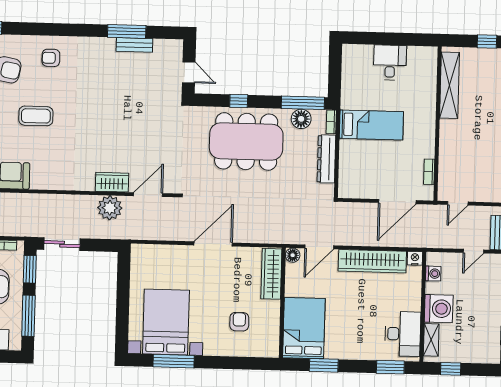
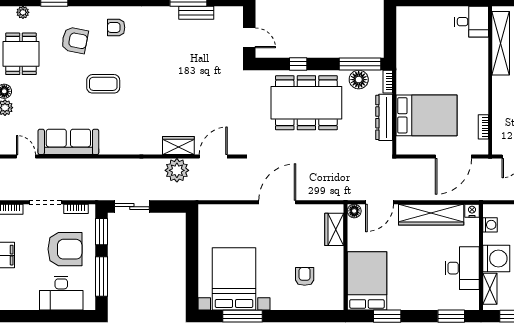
desk: (390, 63) -> (472, 22), moved, turned 90
bed: (371, 125) -> (426, 115), moved, width x1.50
wardrobe: (271, 274) -> (334, 229), width x0.67
desk: (403, 334) -> (462, 268), moved

